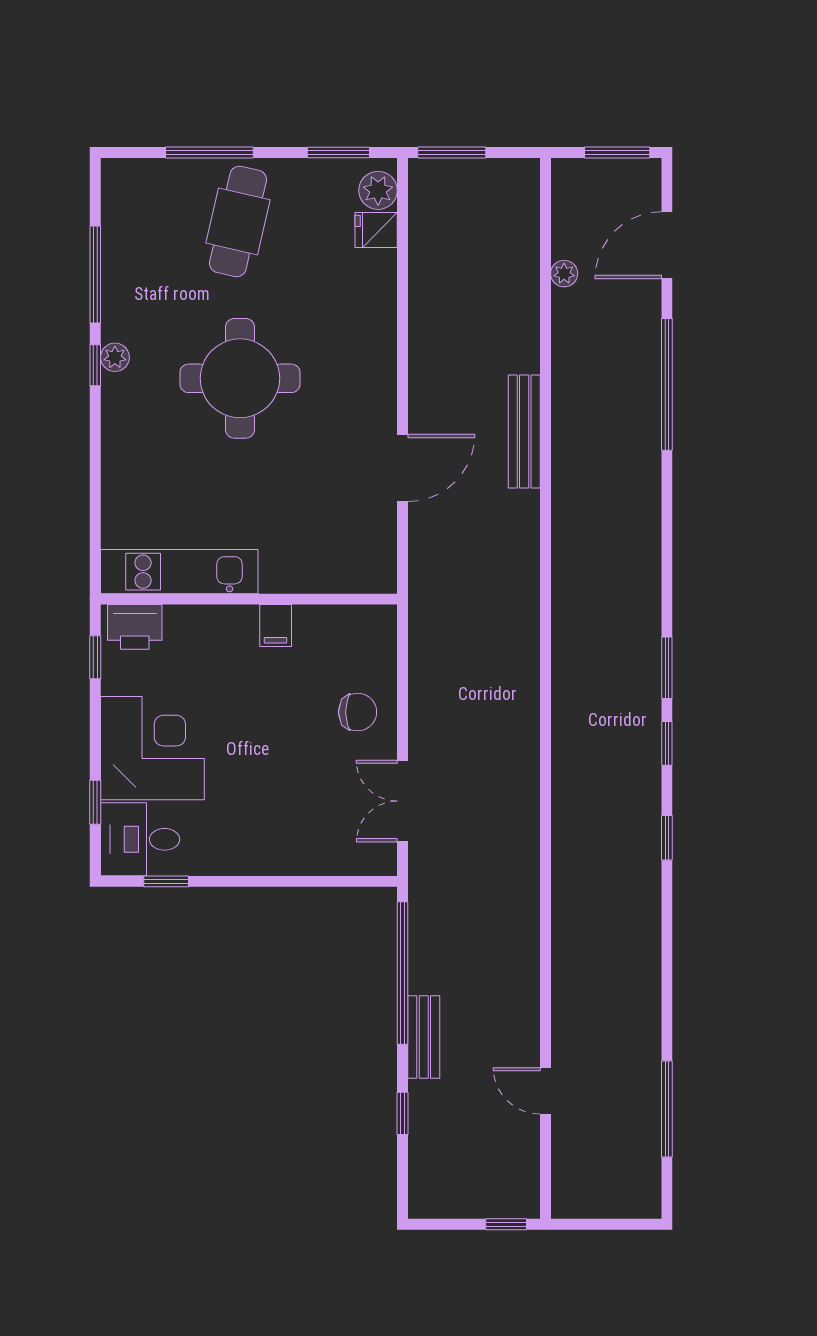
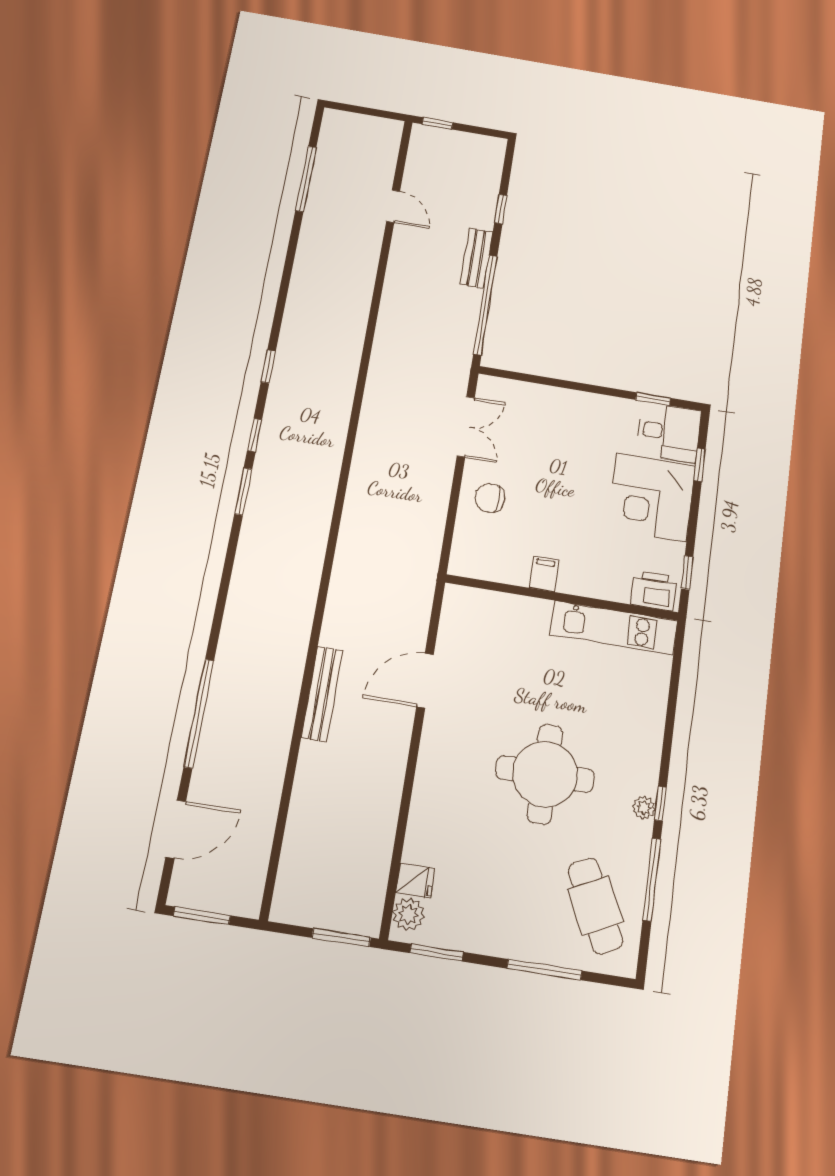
cafe table: (238, 221) -> (595, 906), moved, turned -39
plant: (564, 274) -> (266, 819), removed

